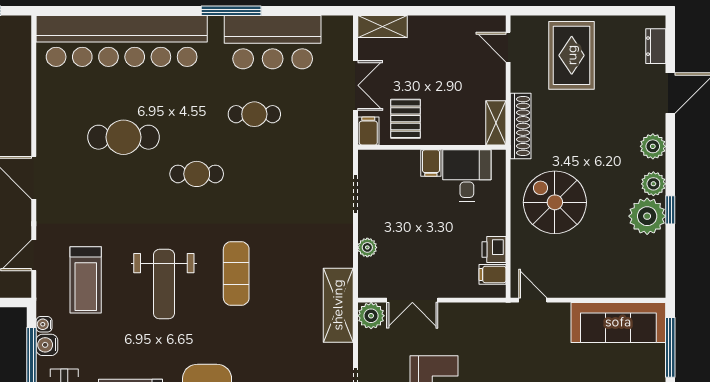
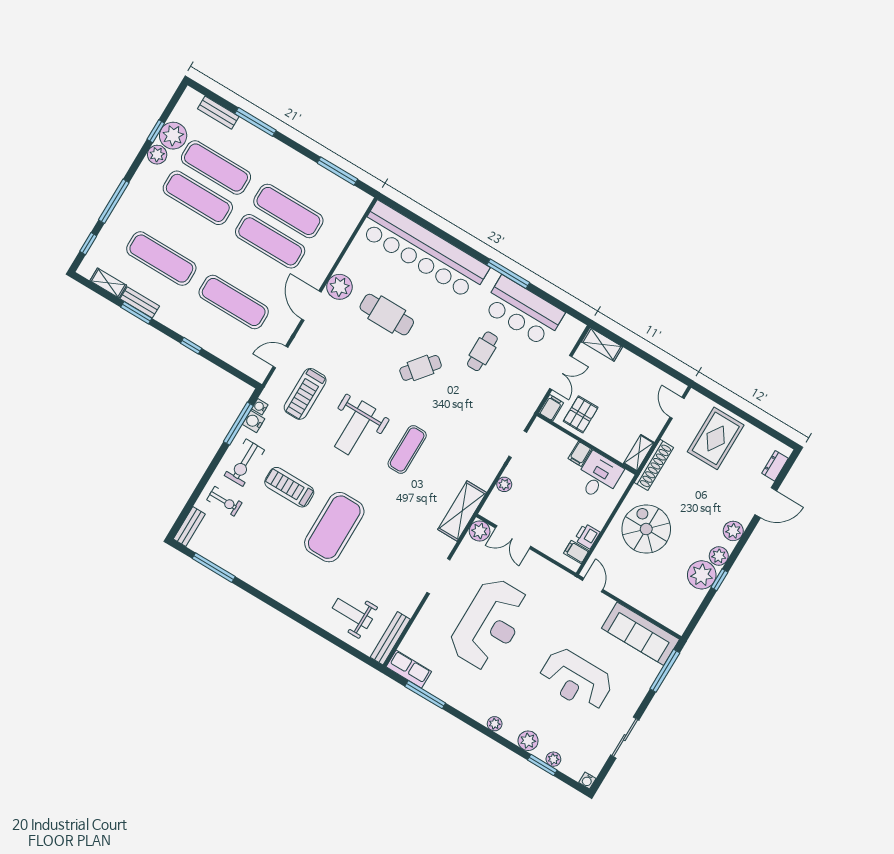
cafe table: (254, 114) -> (482, 351), turned 90
plant: (52, 138) -> (339, 287), added
cafe table: (197, 174) -> (421, 368), turned -51

